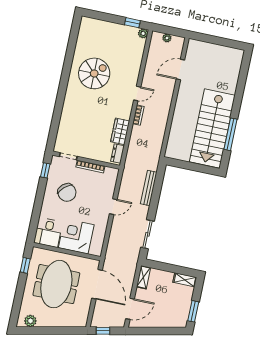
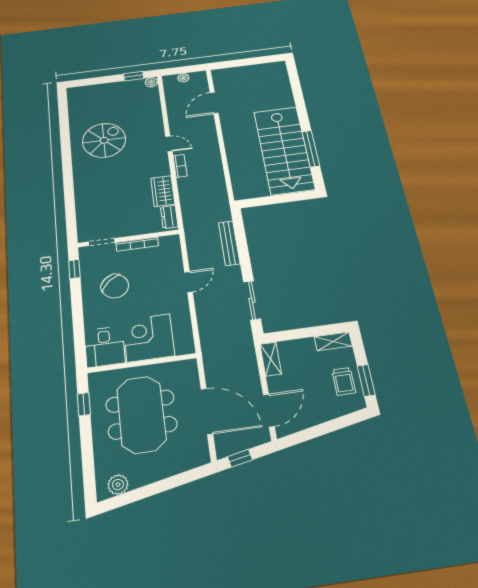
door: (137, 93) -> (169, 144), hinge flipped
door: (97, 284) -> (207, 411), moved
trolley: (180, 307) -> (344, 381), added

